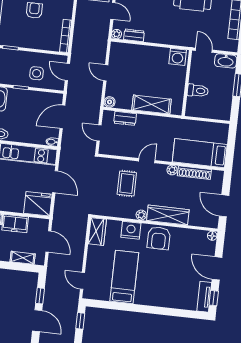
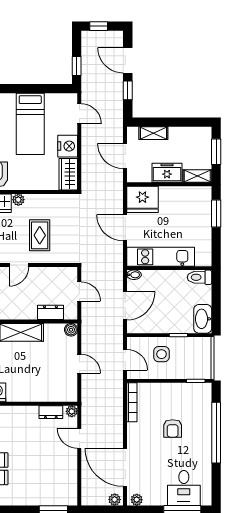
nightstand: (131, 230) -> (68, 146), moved, turned -90

